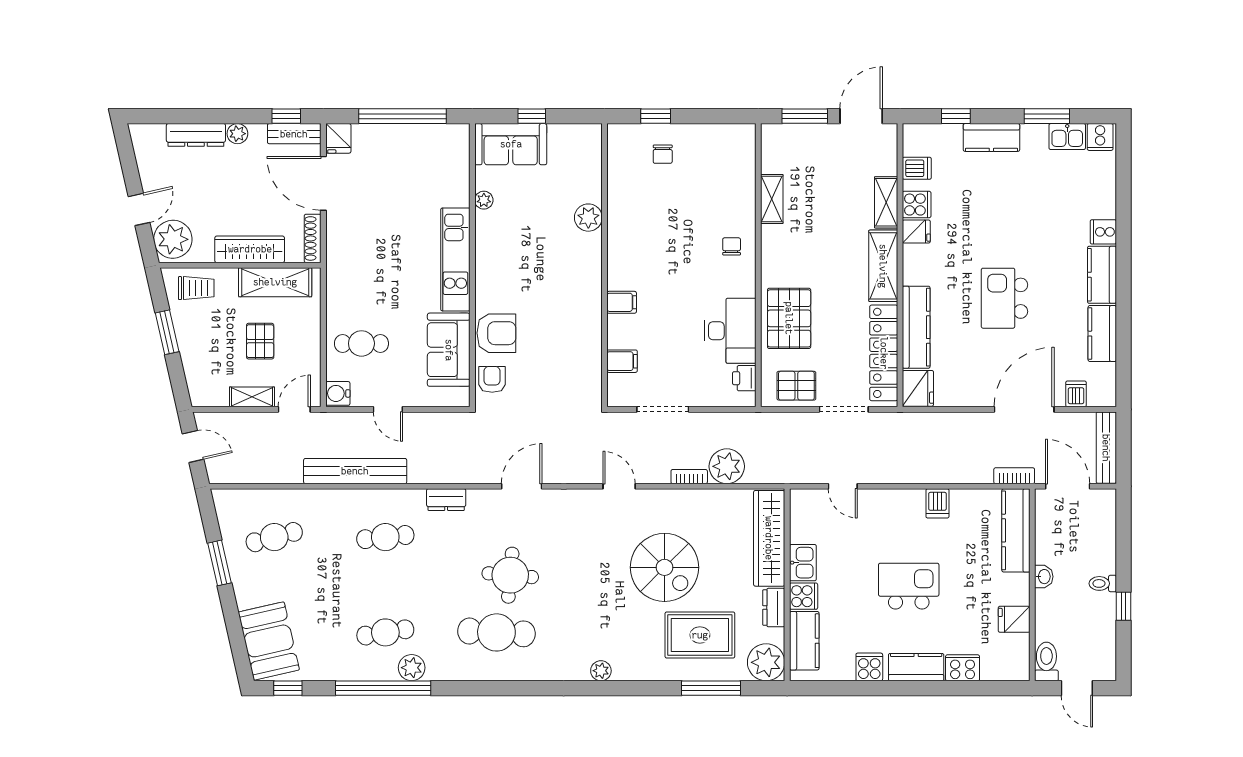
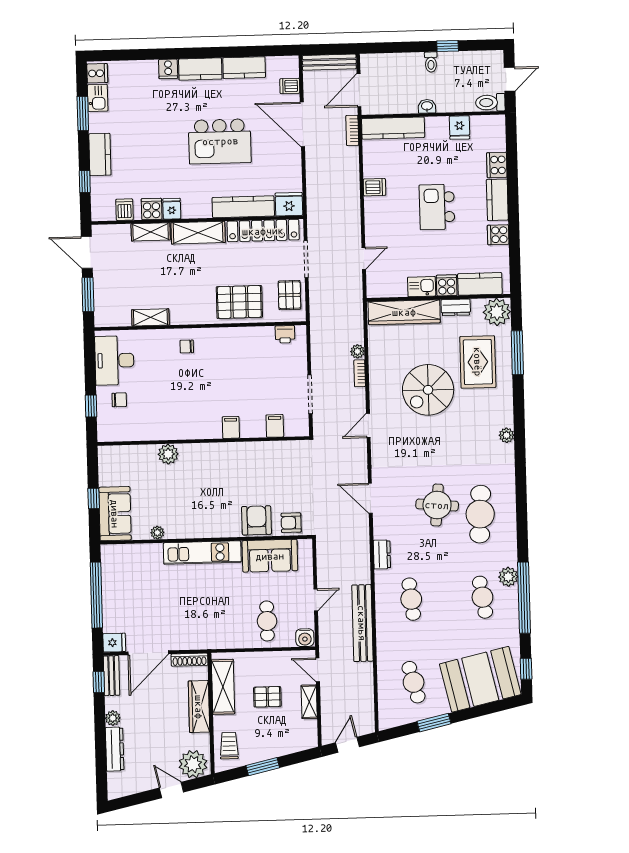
kitchen island: (1004, 298) -> (220, 141), width x1.37, depth x1.28
desk: (730, 331) -> (114, 360), moved, turned -90
plant: (727, 466) -> (357, 351), width x0.53, depth x0.53
spiral stairs: (664, 567) -> (428, 390), turned 180
booth: (269, 641) -> (480, 679), width x1.36, depth x1.42

